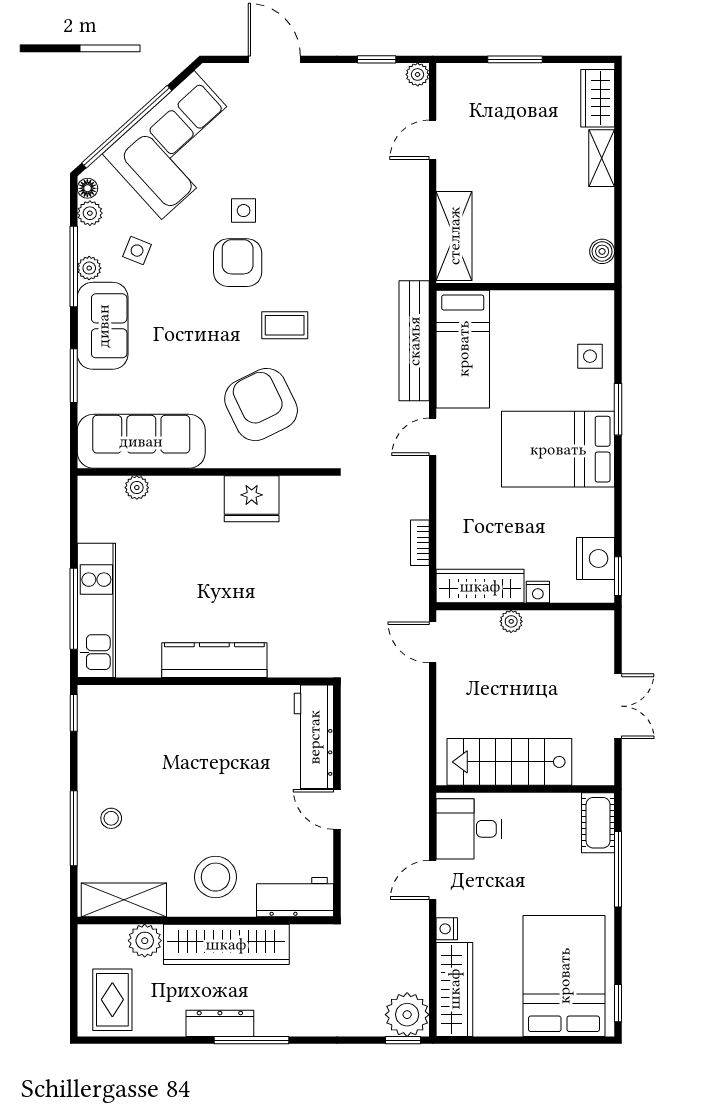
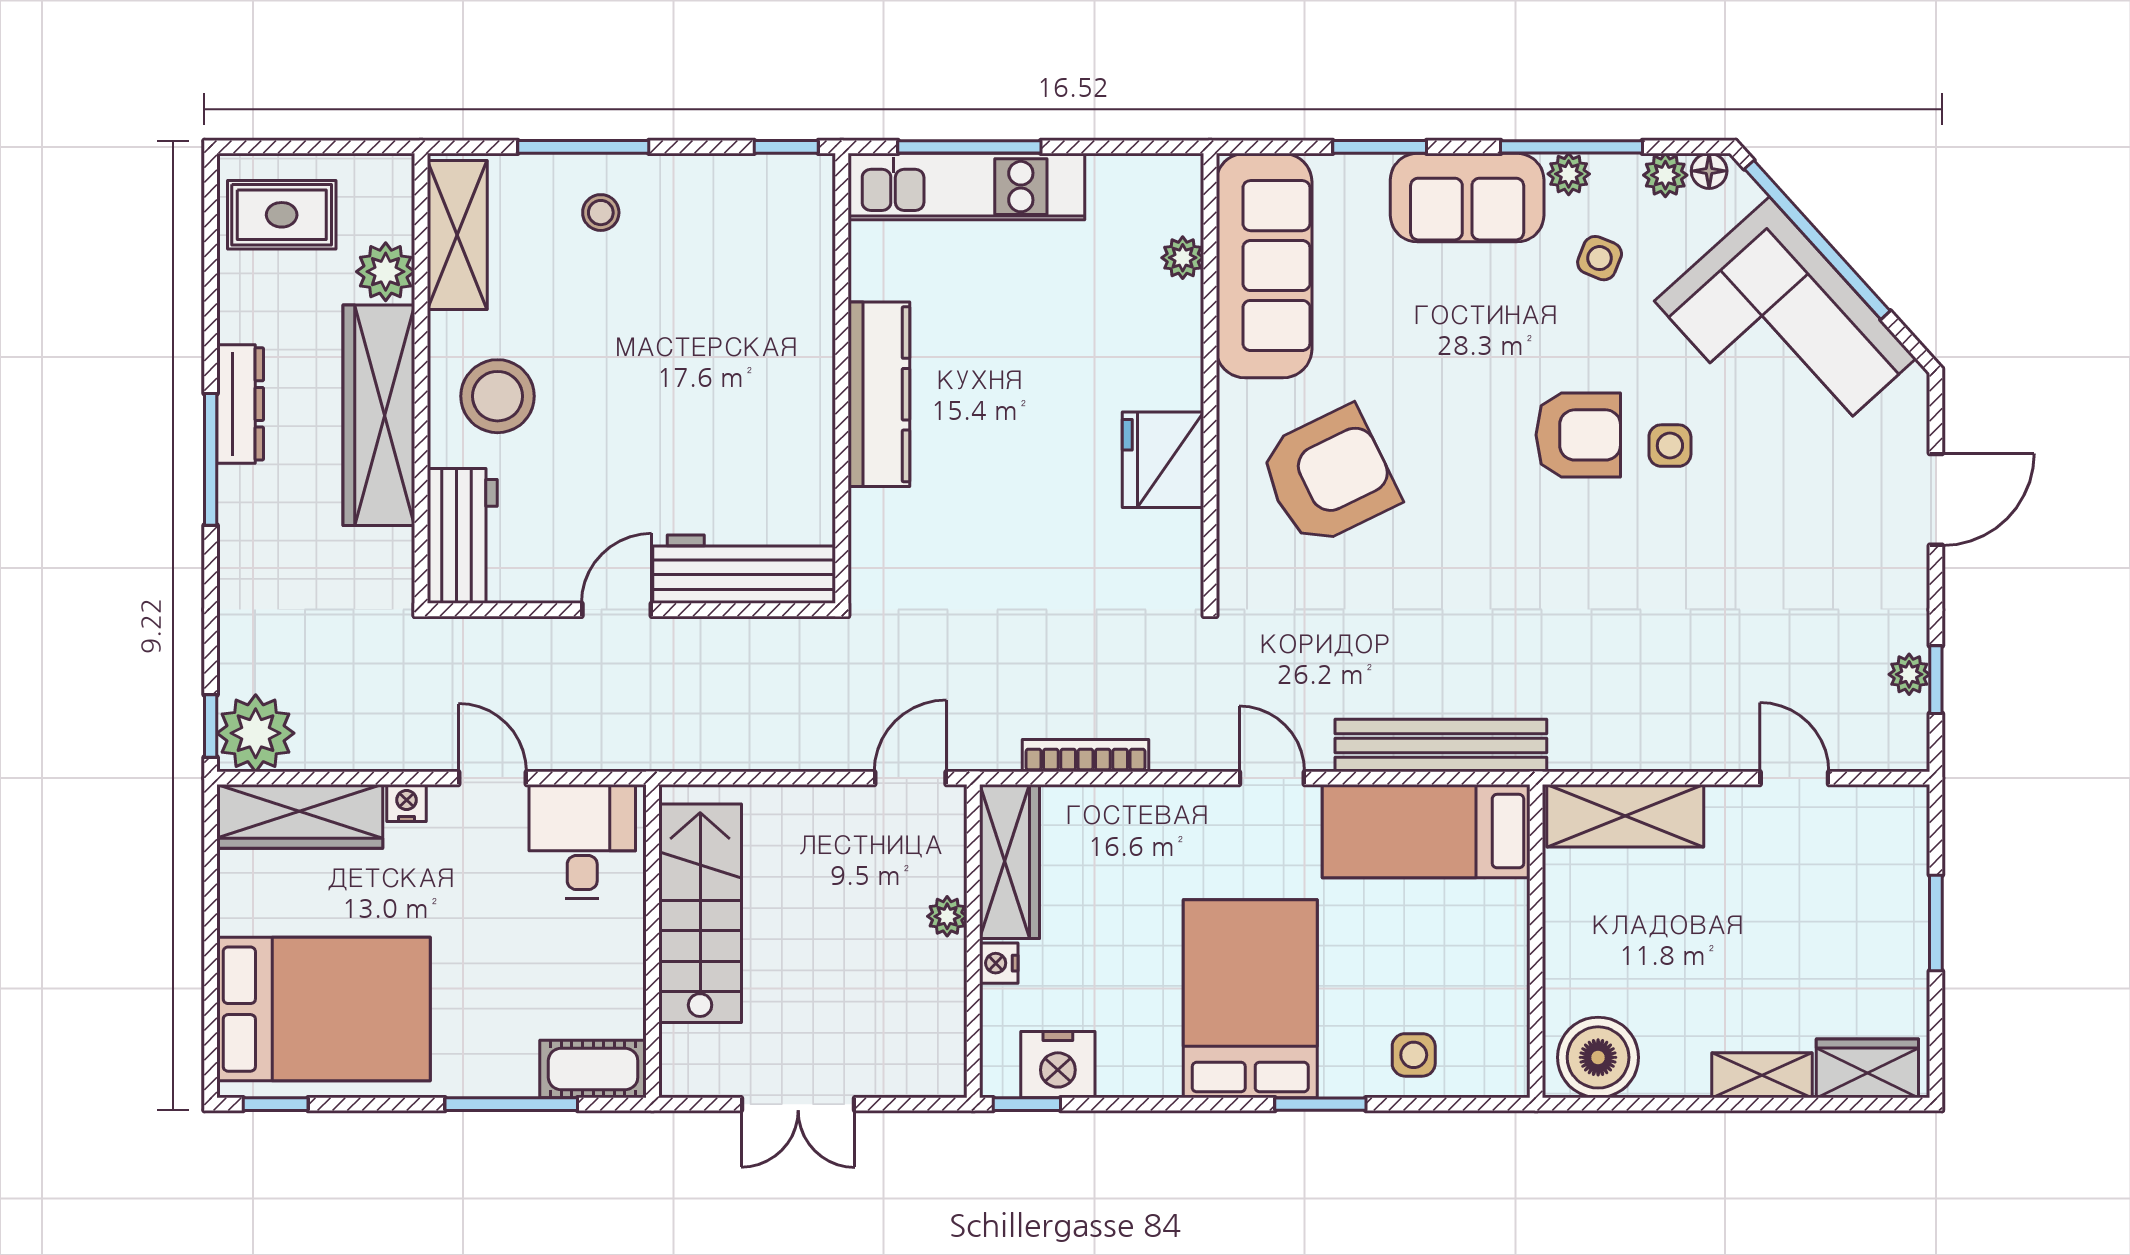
plant: (418, 74) -> (1909, 674), moved
boiler: (602, 251) -> (1598, 1057), width x1.86, depth x1.86
coffee table: (285, 325) -> (1468, 518), removed
bookcase: (420, 543) -> (1086, 756), width x1.56

